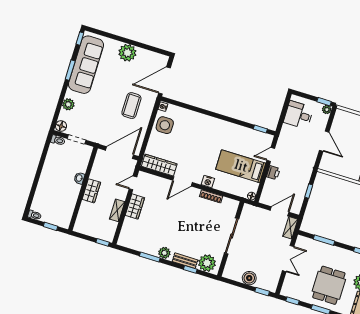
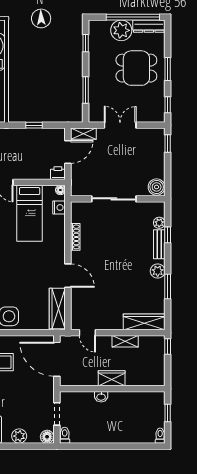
printer: (273, 173) -> (58, 173), moved
nightstand: (208, 182) -> (59, 207), moved
wardrobe: (135, 207) -> (144, 322), moved, width x1.50
door: (280, 211) -> (68, 152), swing flipped
plant: (207, 263) -> (159, 223), width x0.53, depth x0.53
boiler: (249, 278) -> (157, 187), moved

